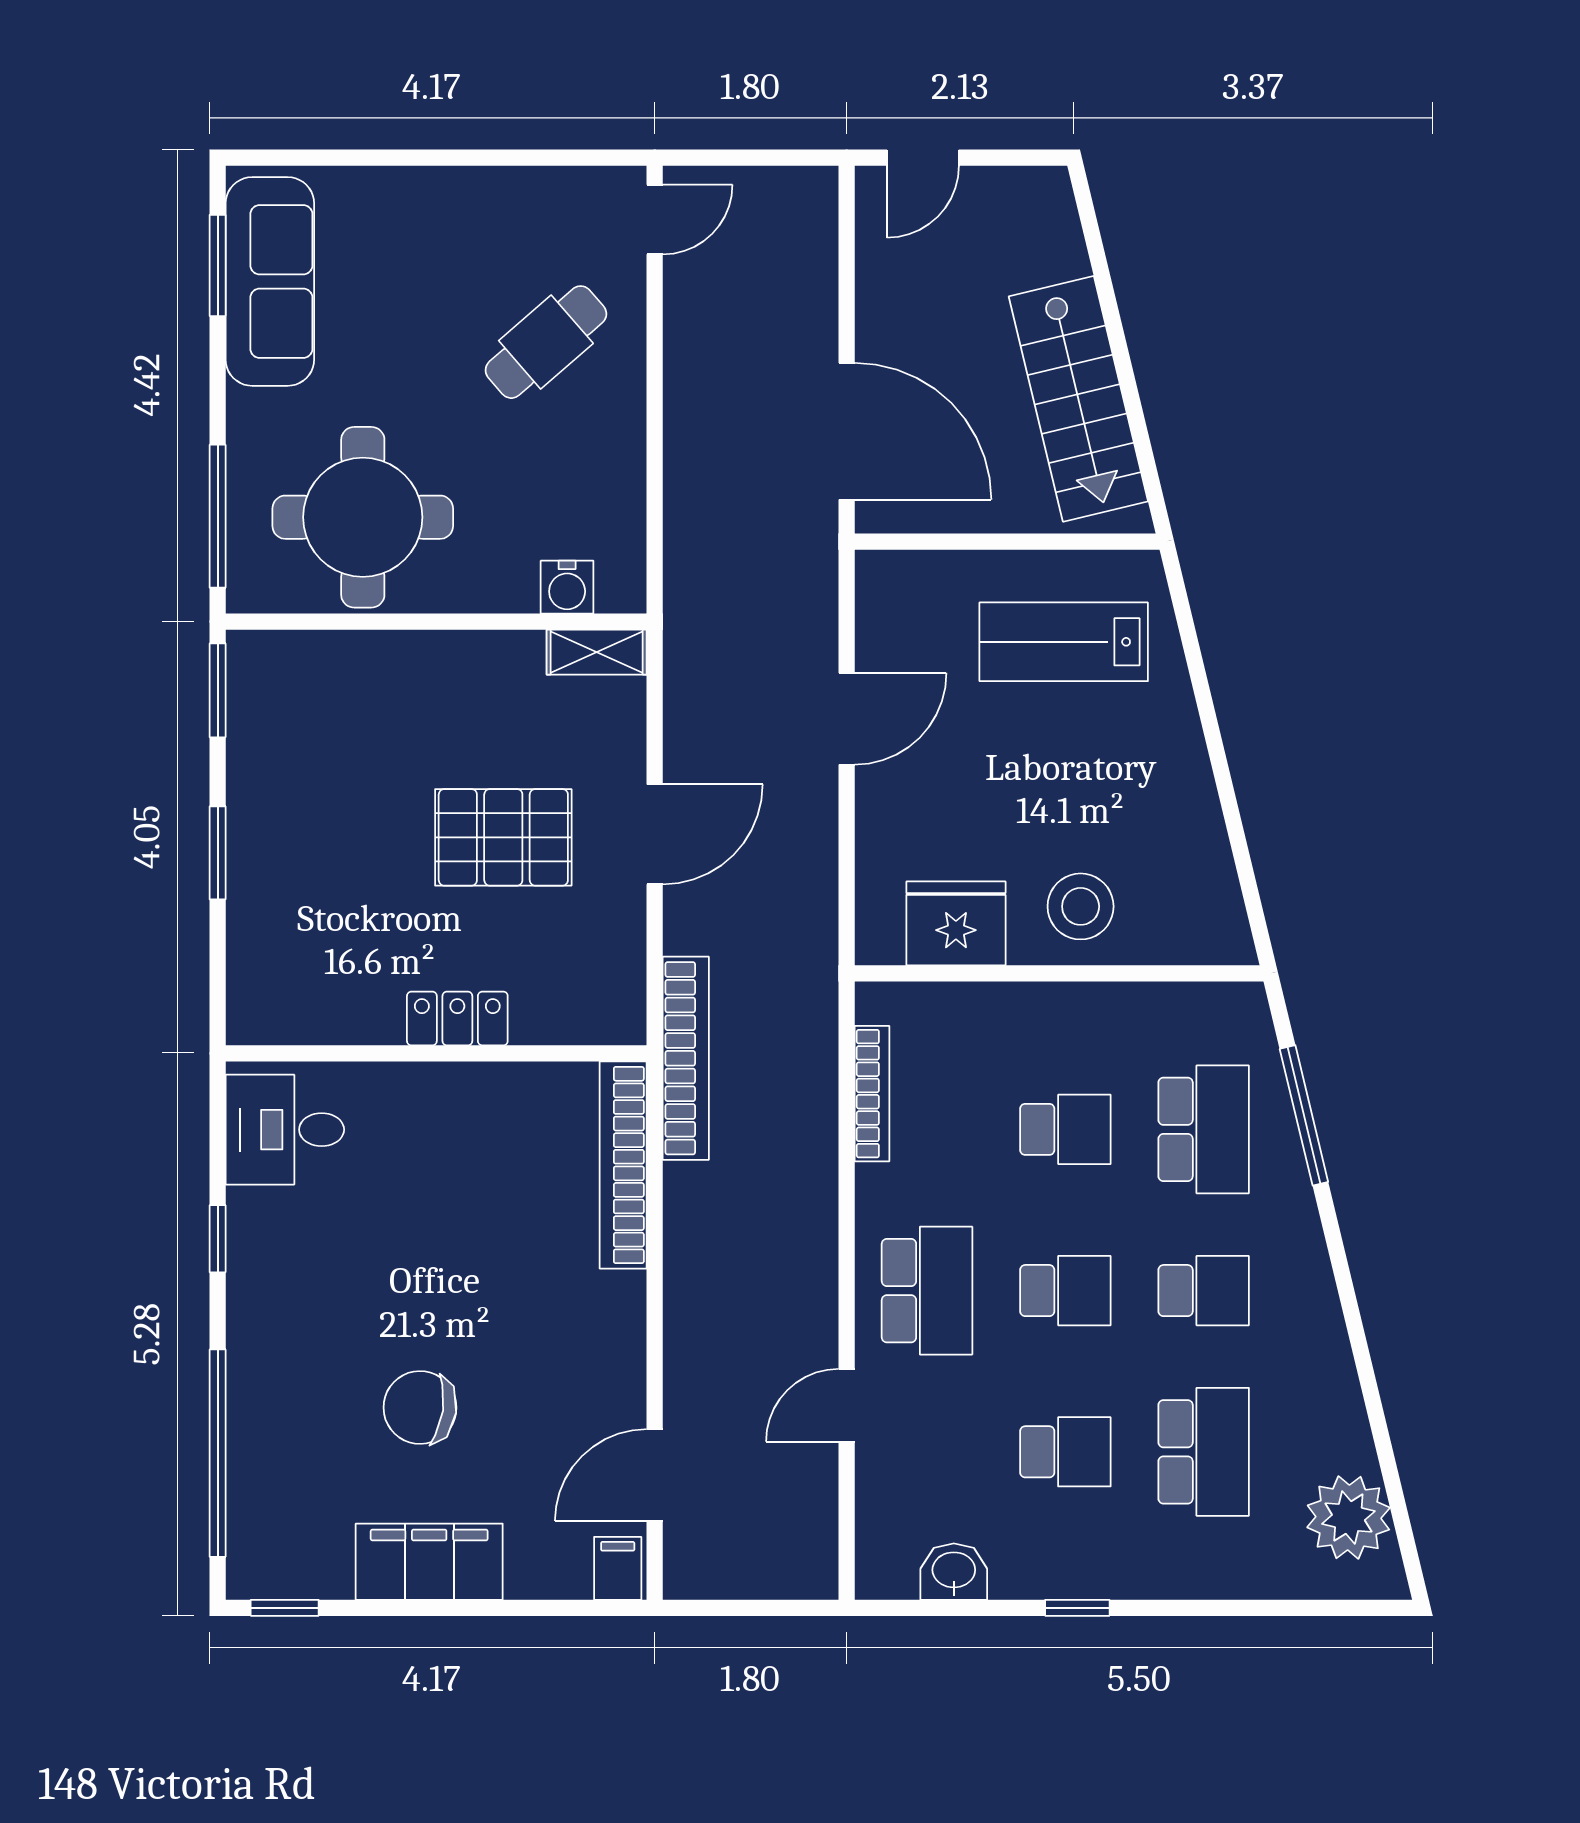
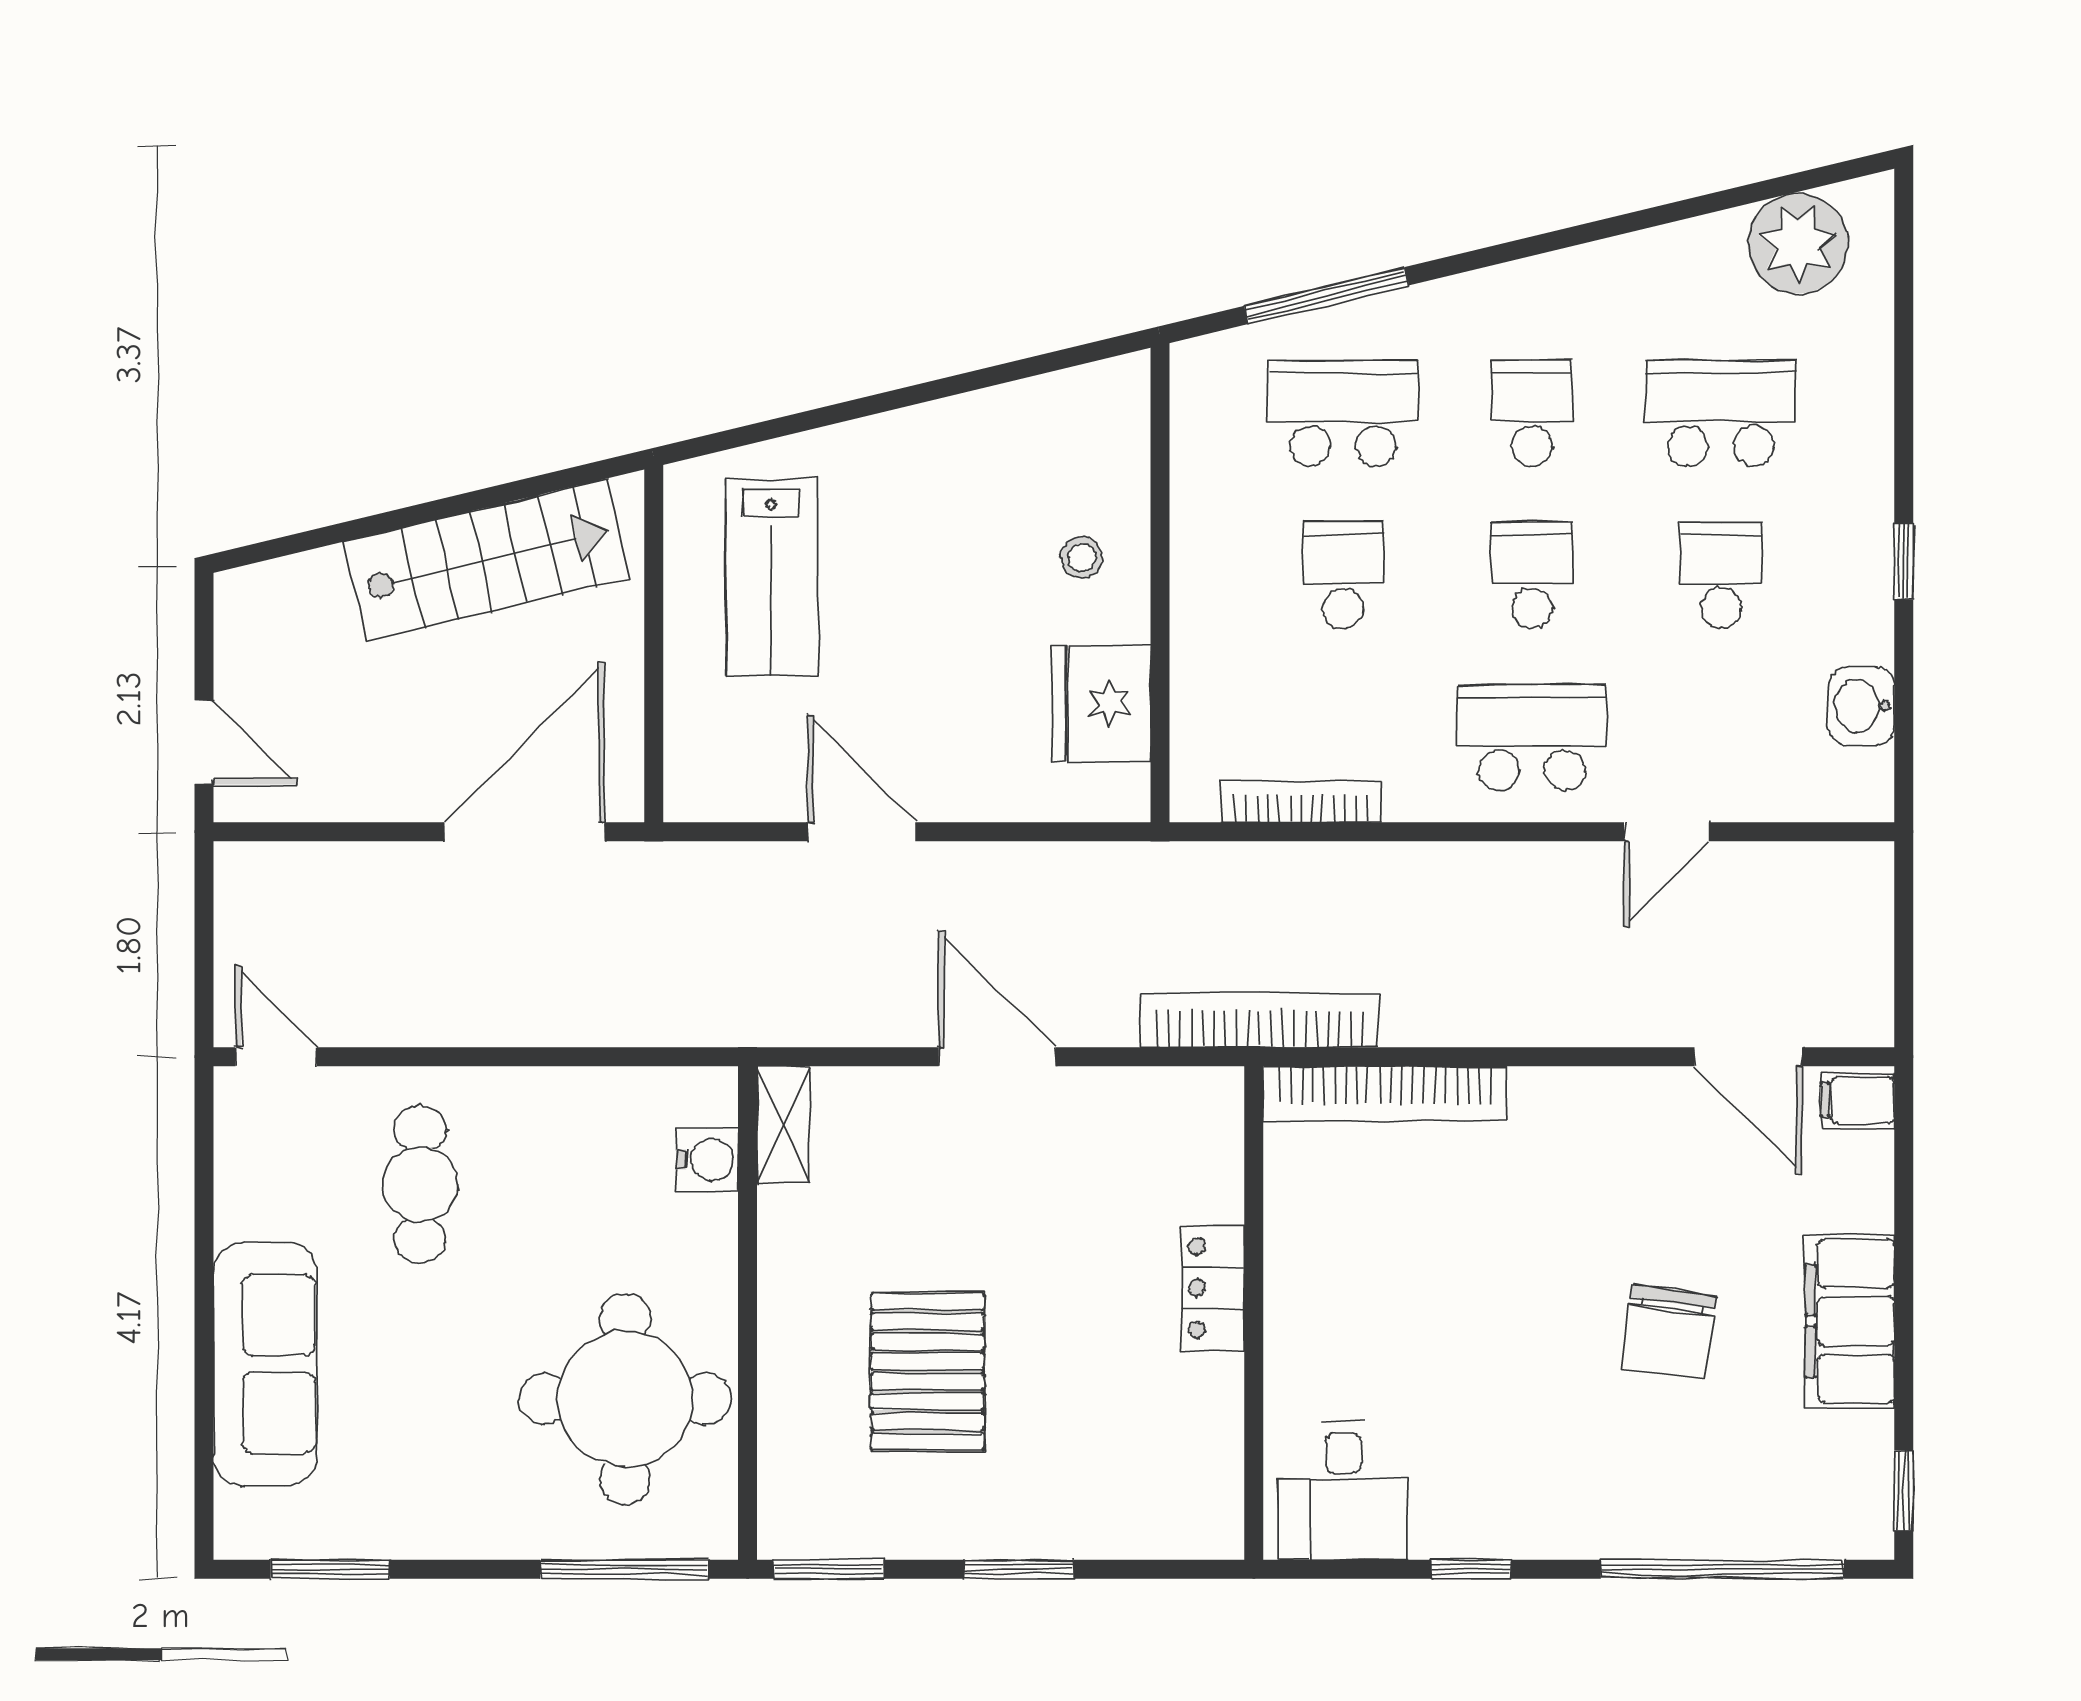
sofa: (270, 281) -> (265, 1364), moved, turned 90
cafe table: (546, 342) -> (420, 1184), turned 41
pallet: (503, 837) -> (927, 1371), moved
stool: (1081, 906) -> (1082, 557), width x0.53, depth x0.53
door: (847, 1405) -> (1666, 832), hinge flipped

